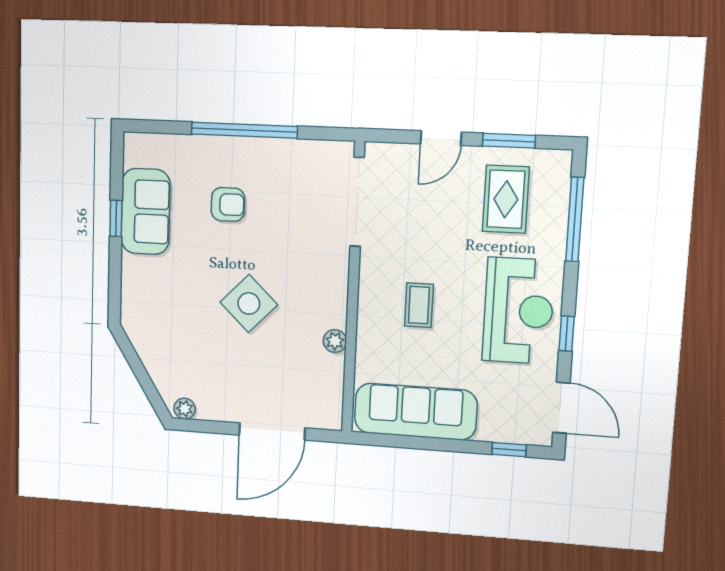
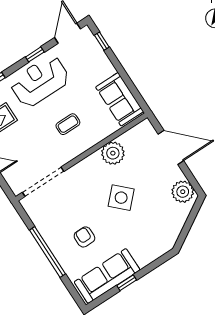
sofa: (145, 212) -> (107, 276), width x1.36
plant: (335, 341) -> (113, 153), width x1.88, depth x1.88
plant: (185, 409) -> (183, 192), width x1.87, depth x1.87
sofa: (416, 412) -> (120, 99), width x0.73

